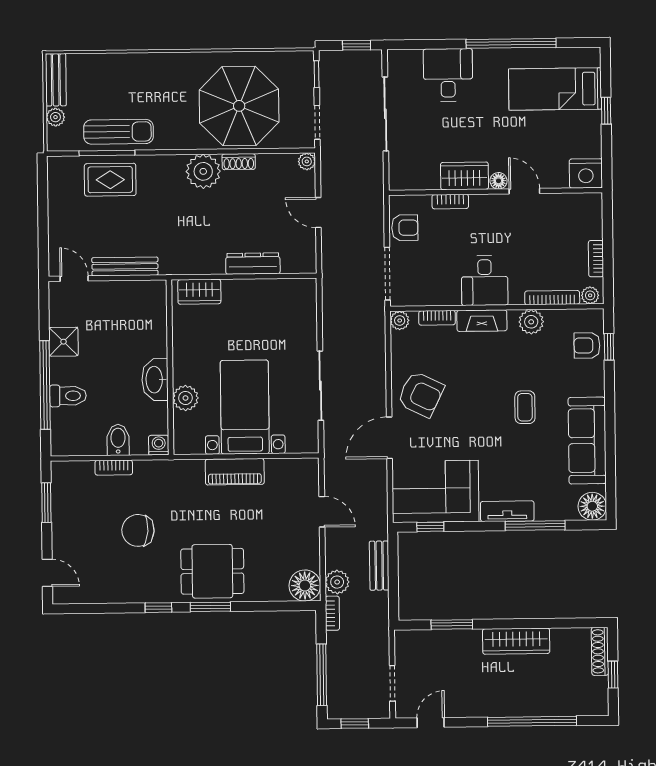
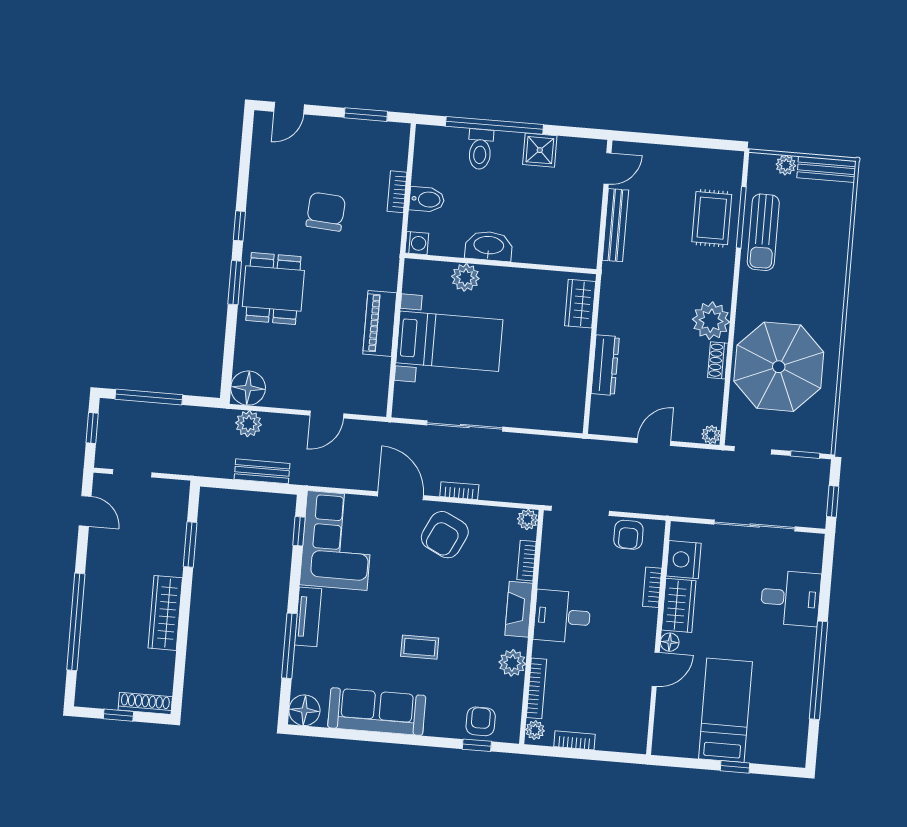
bed: (555, 89) -> (725, 710), moved
nightstand: (586, 173) -> (684, 560), moved
bookcase: (332, 613) -> (459, 491), moved, turned 180

